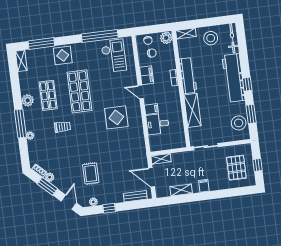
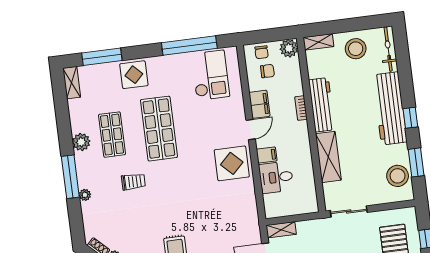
door: (141, 92) -> (251, 130), swing flipped
display table: (116, 117) -> (232, 163), moved

